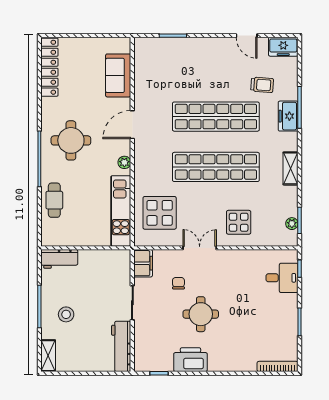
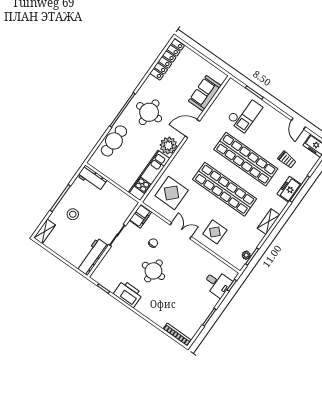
checkout: (179, 67) -> (245, 114), added
plant: (124, 162) -> (168, 146), width x1.88, depth x1.88
cafe table: (54, 200) -> (114, 141), width x1.37, depth x1.35

